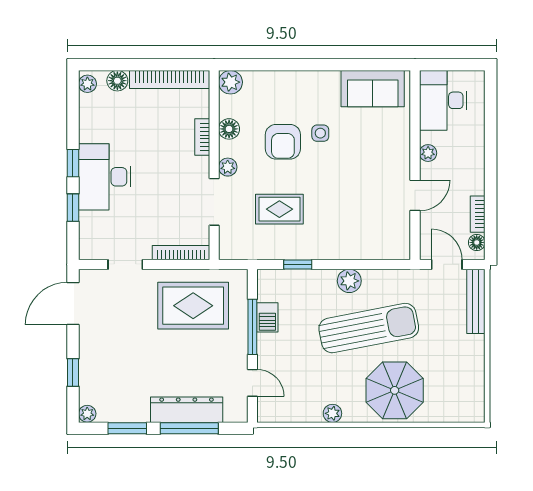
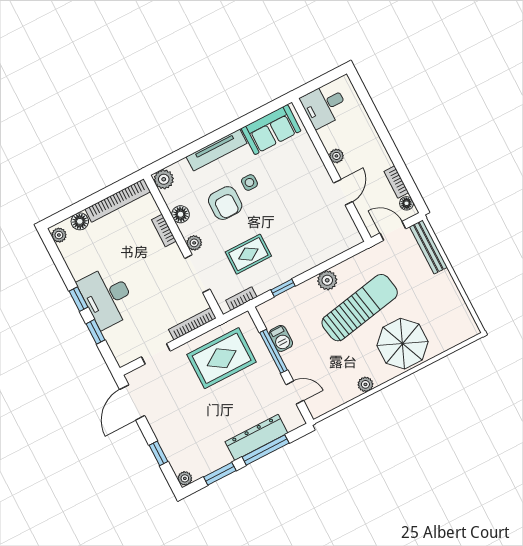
tv unit: (303, 80) -> (217, 150), added
desk: (443, 100) -> (324, 105), width x0.73
bookcase: (247, 253) -> (241, 299), added

